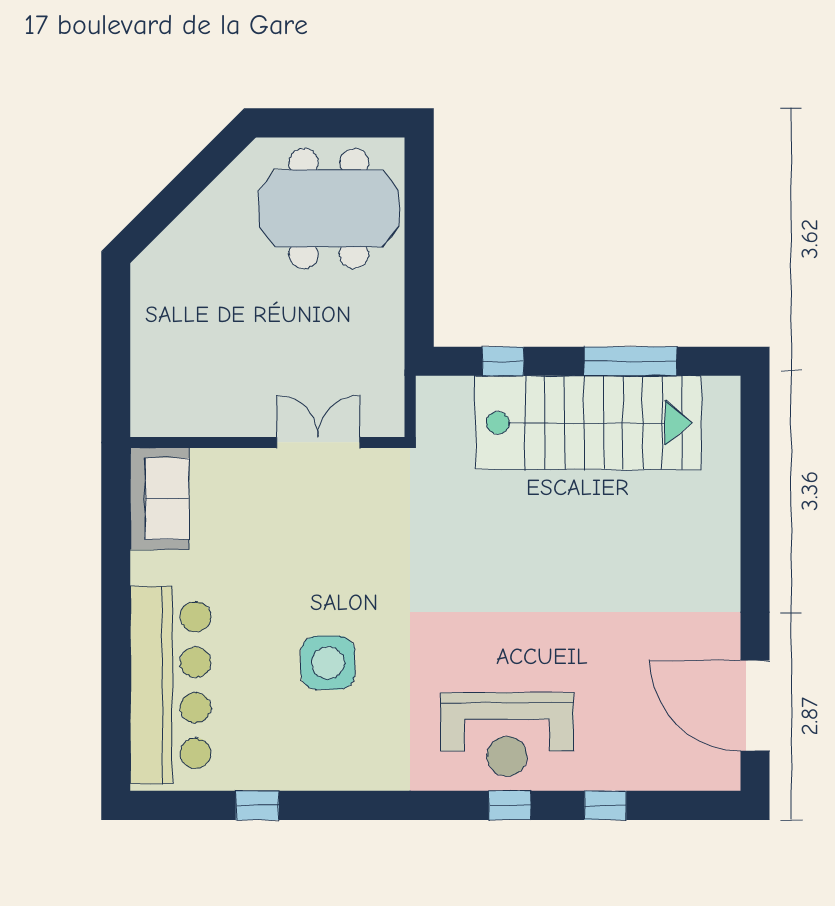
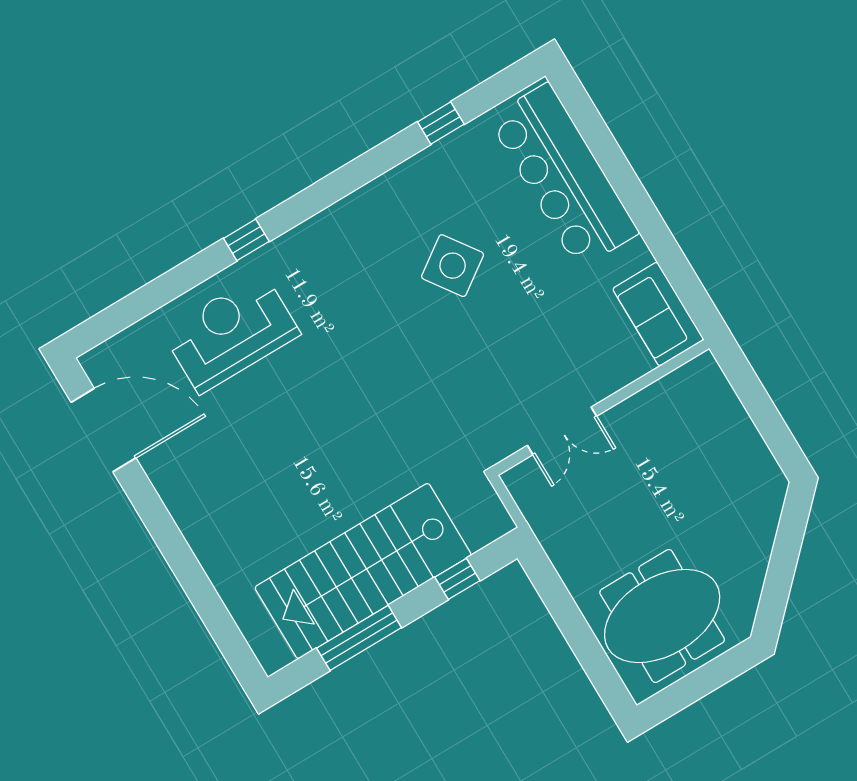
side table: (328, 663) -> (453, 266), turned -35
reception desk: (507, 734) -> (231, 333), moved
window: (605, 805) -> (173, 284), removed

